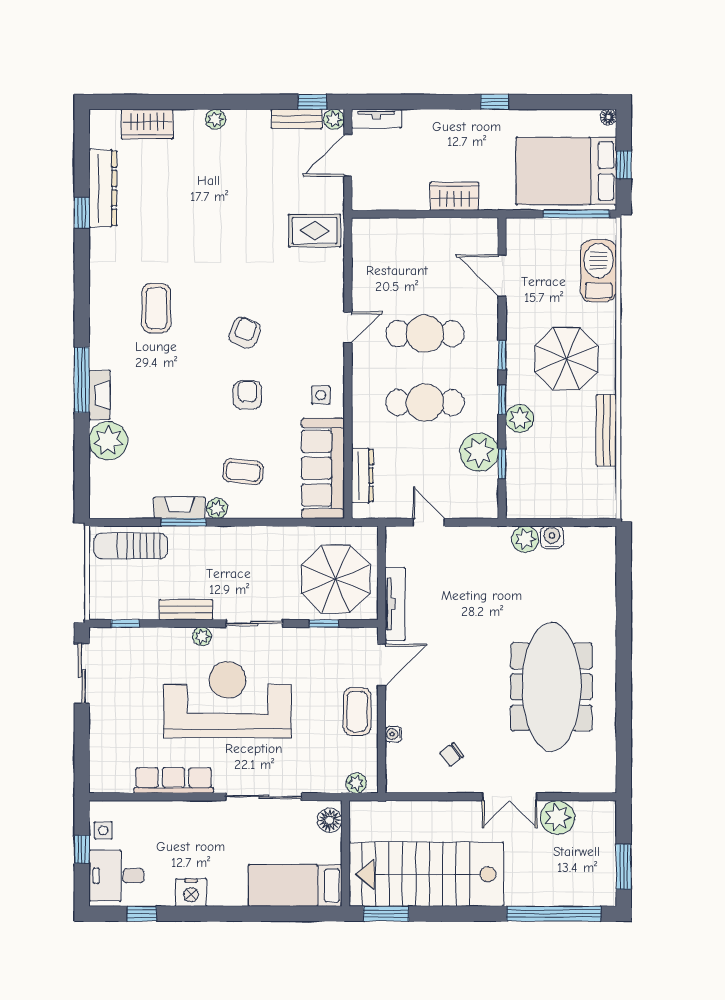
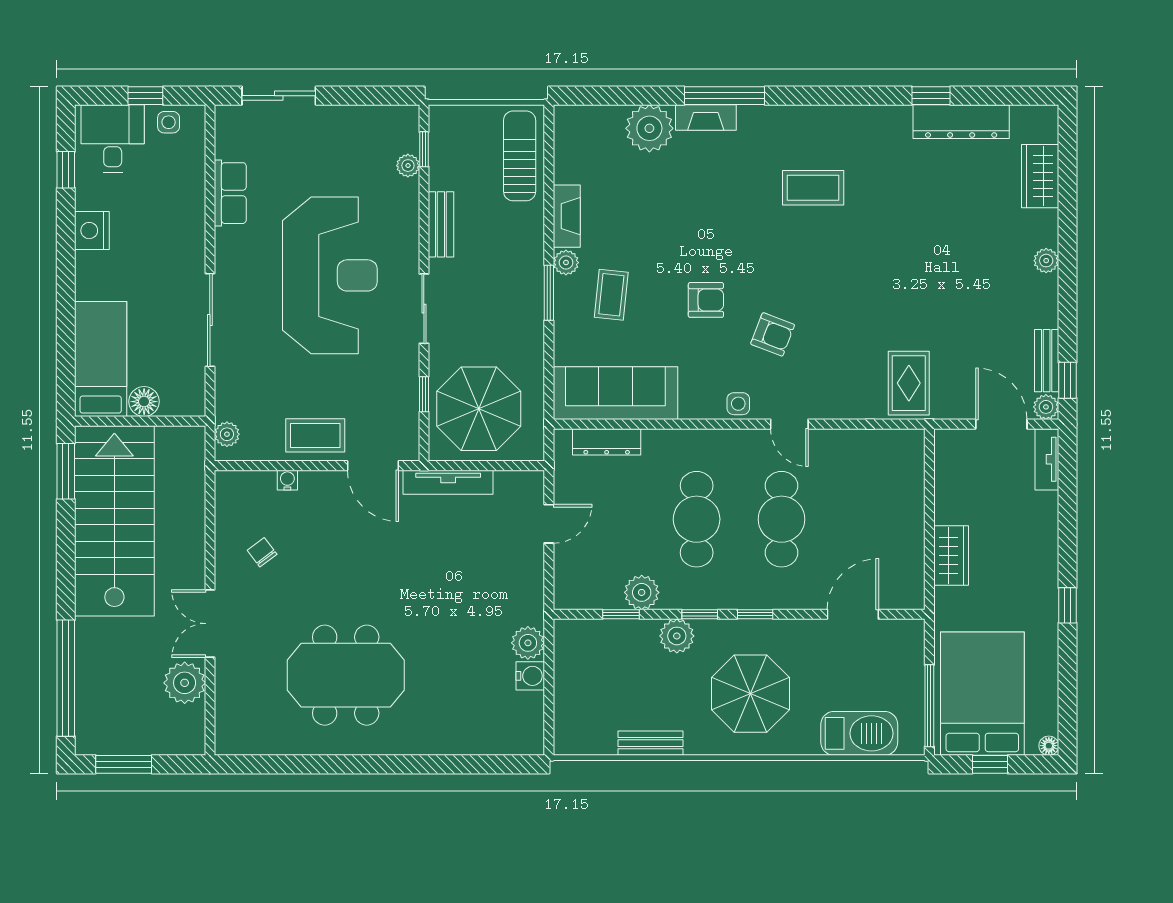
armchair: (245, 333) -> (773, 334), moved
side table: (321, 395) -> (738, 404), moved
bench: (606, 430) -> (650, 743), width x0.73
plant: (479, 452) -> (642, 592), width x0.73, depth x0.73
window: (183, 522) -> (549, 293), moved
plant: (202, 636) -> (408, 166), moved
sliding door: (82, 673) -> (279, 96), moved
meeting table: (551, 687) -> (346, 675), width x0.73
row of seats: (174, 780) -> (230, 193), width x0.68
floor lamp: (330, 820) -> (144, 402), moved

